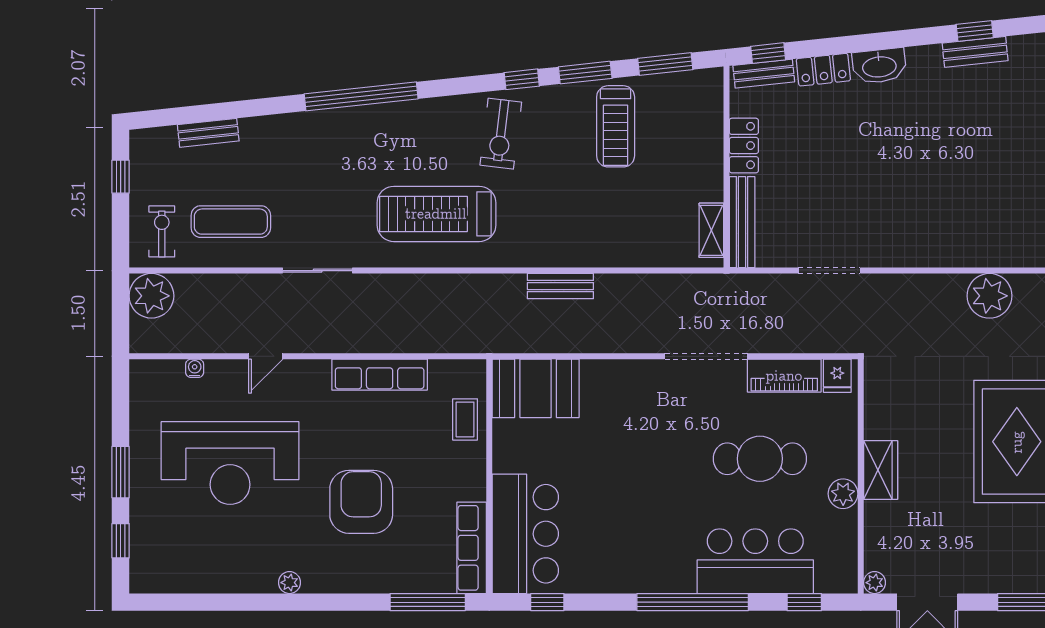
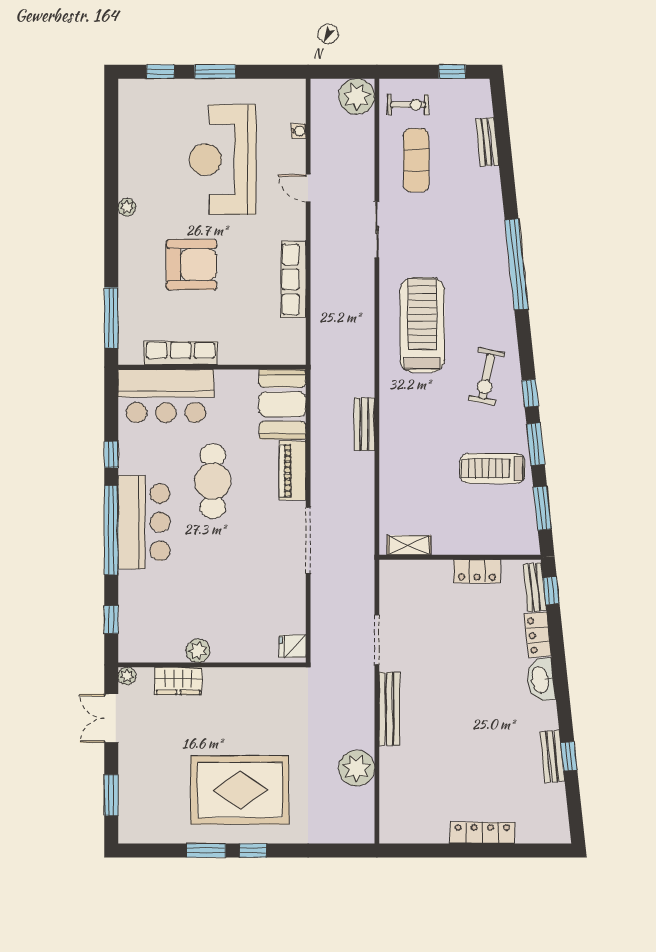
exercise bike: (501, 134) -> (487, 376), turned -86
bench: (742, 222) -> (389, 709), moved, turned 90
piano: (784, 376) -> (293, 470), moved
coffee table: (465, 419) -> (258, 348), removed
cafe table: (760, 459) -> (213, 481), moved
wardrobe: (881, 470) -> (178, 681), moved
row of seats: (472, 548) -> (181, 353), moved
bar counter: (755, 561) -> (144, 522), moved
window: (547, 602) -> (111, 454), moved

